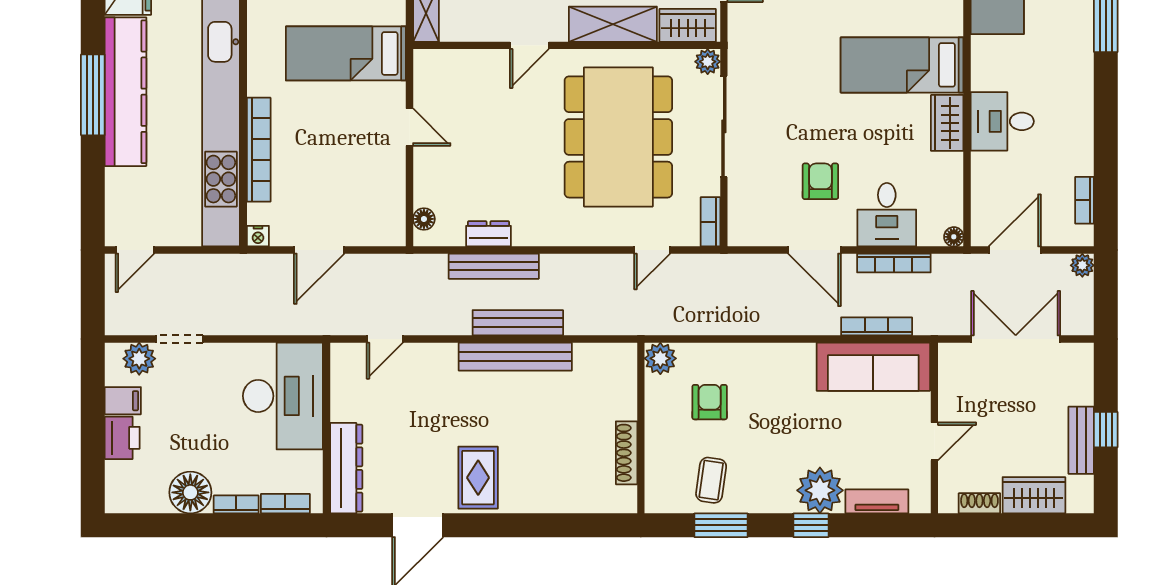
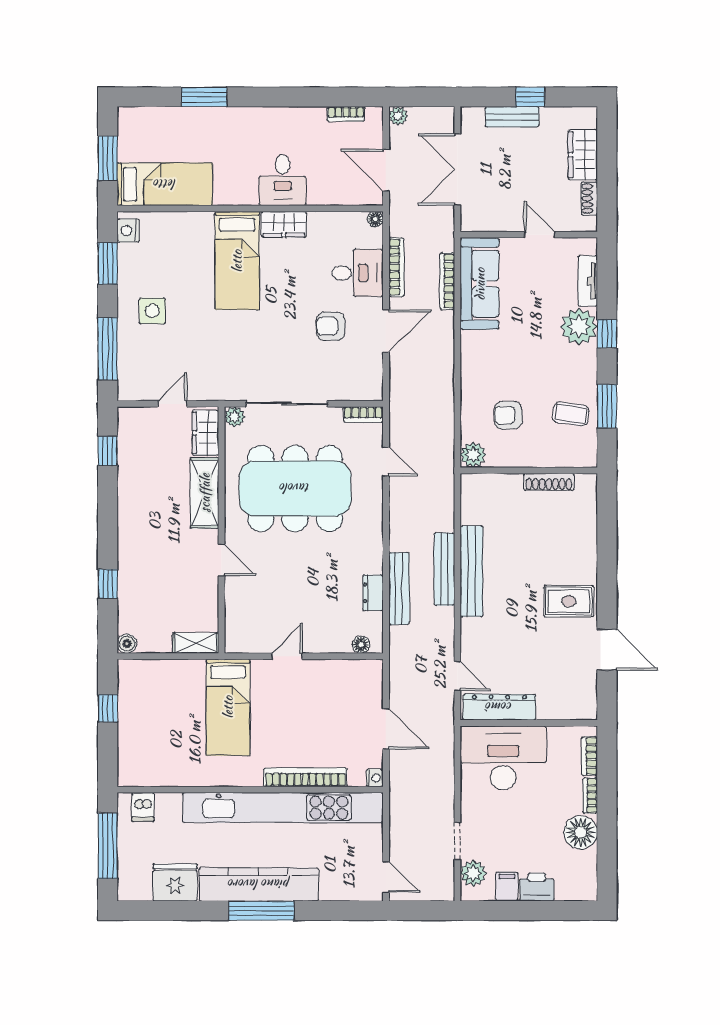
bench: (1081, 440) -> (512, 117), moved
dresser: (346, 468) -> (499, 707), moved

